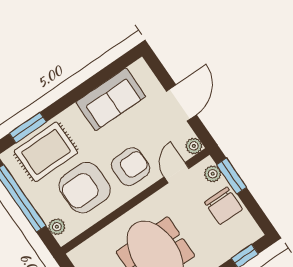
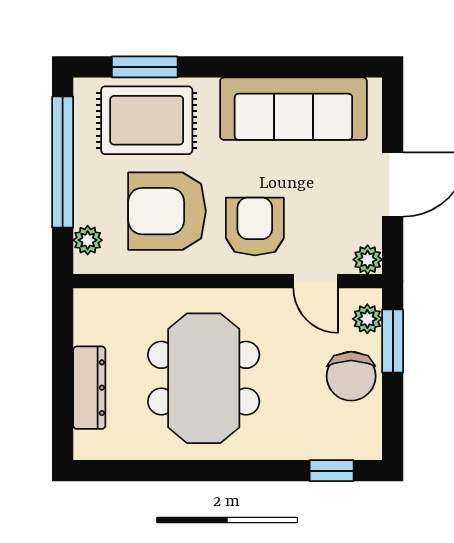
sofa: (111, 99) -> (293, 109), width x1.36
armchair: (131, 167) -> (255, 226), turned -90
door: (177, 173) -> (316, 281), swing flipped

